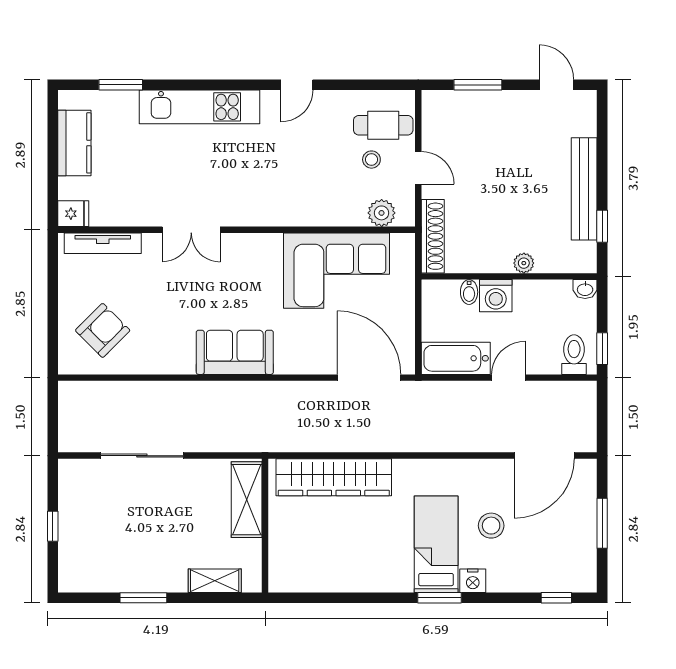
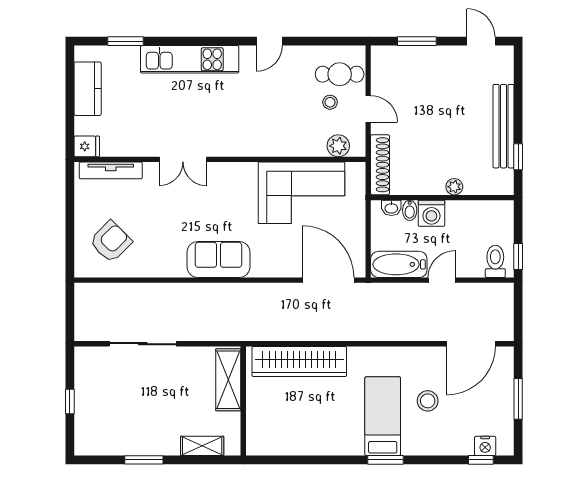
washbasin: (585, 289) -> (391, 208), moved
nightstand: (473, 581) -> (485, 446), moved

